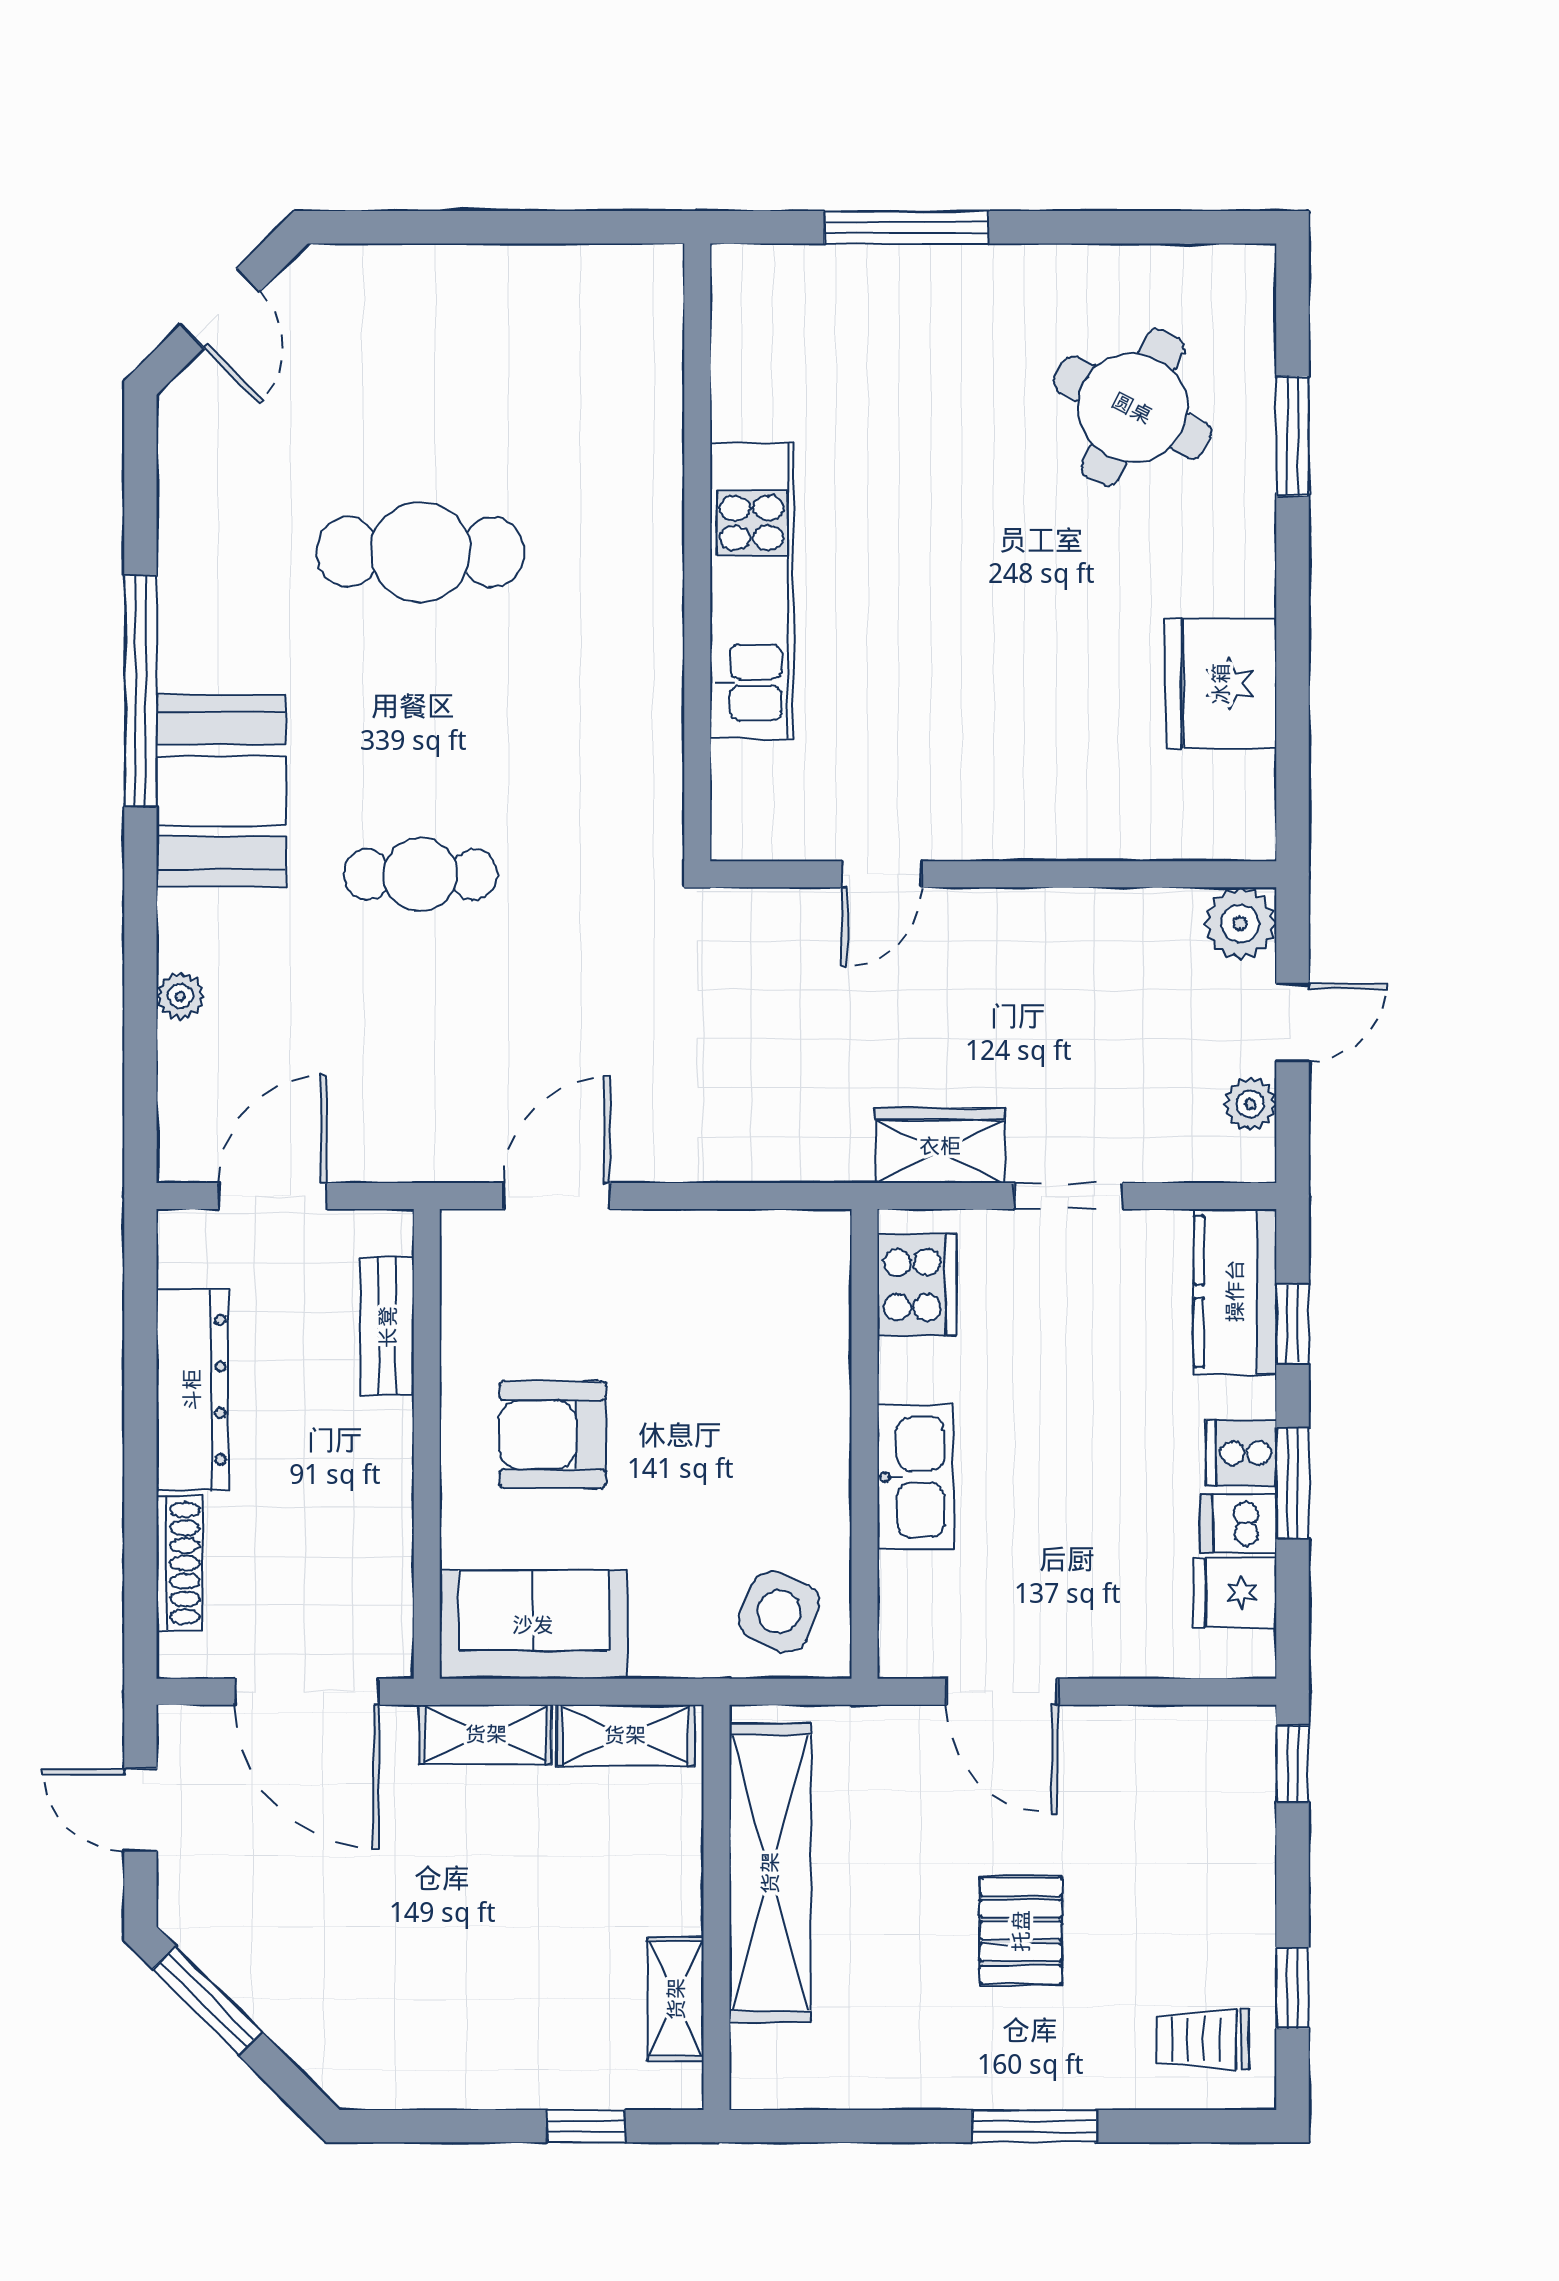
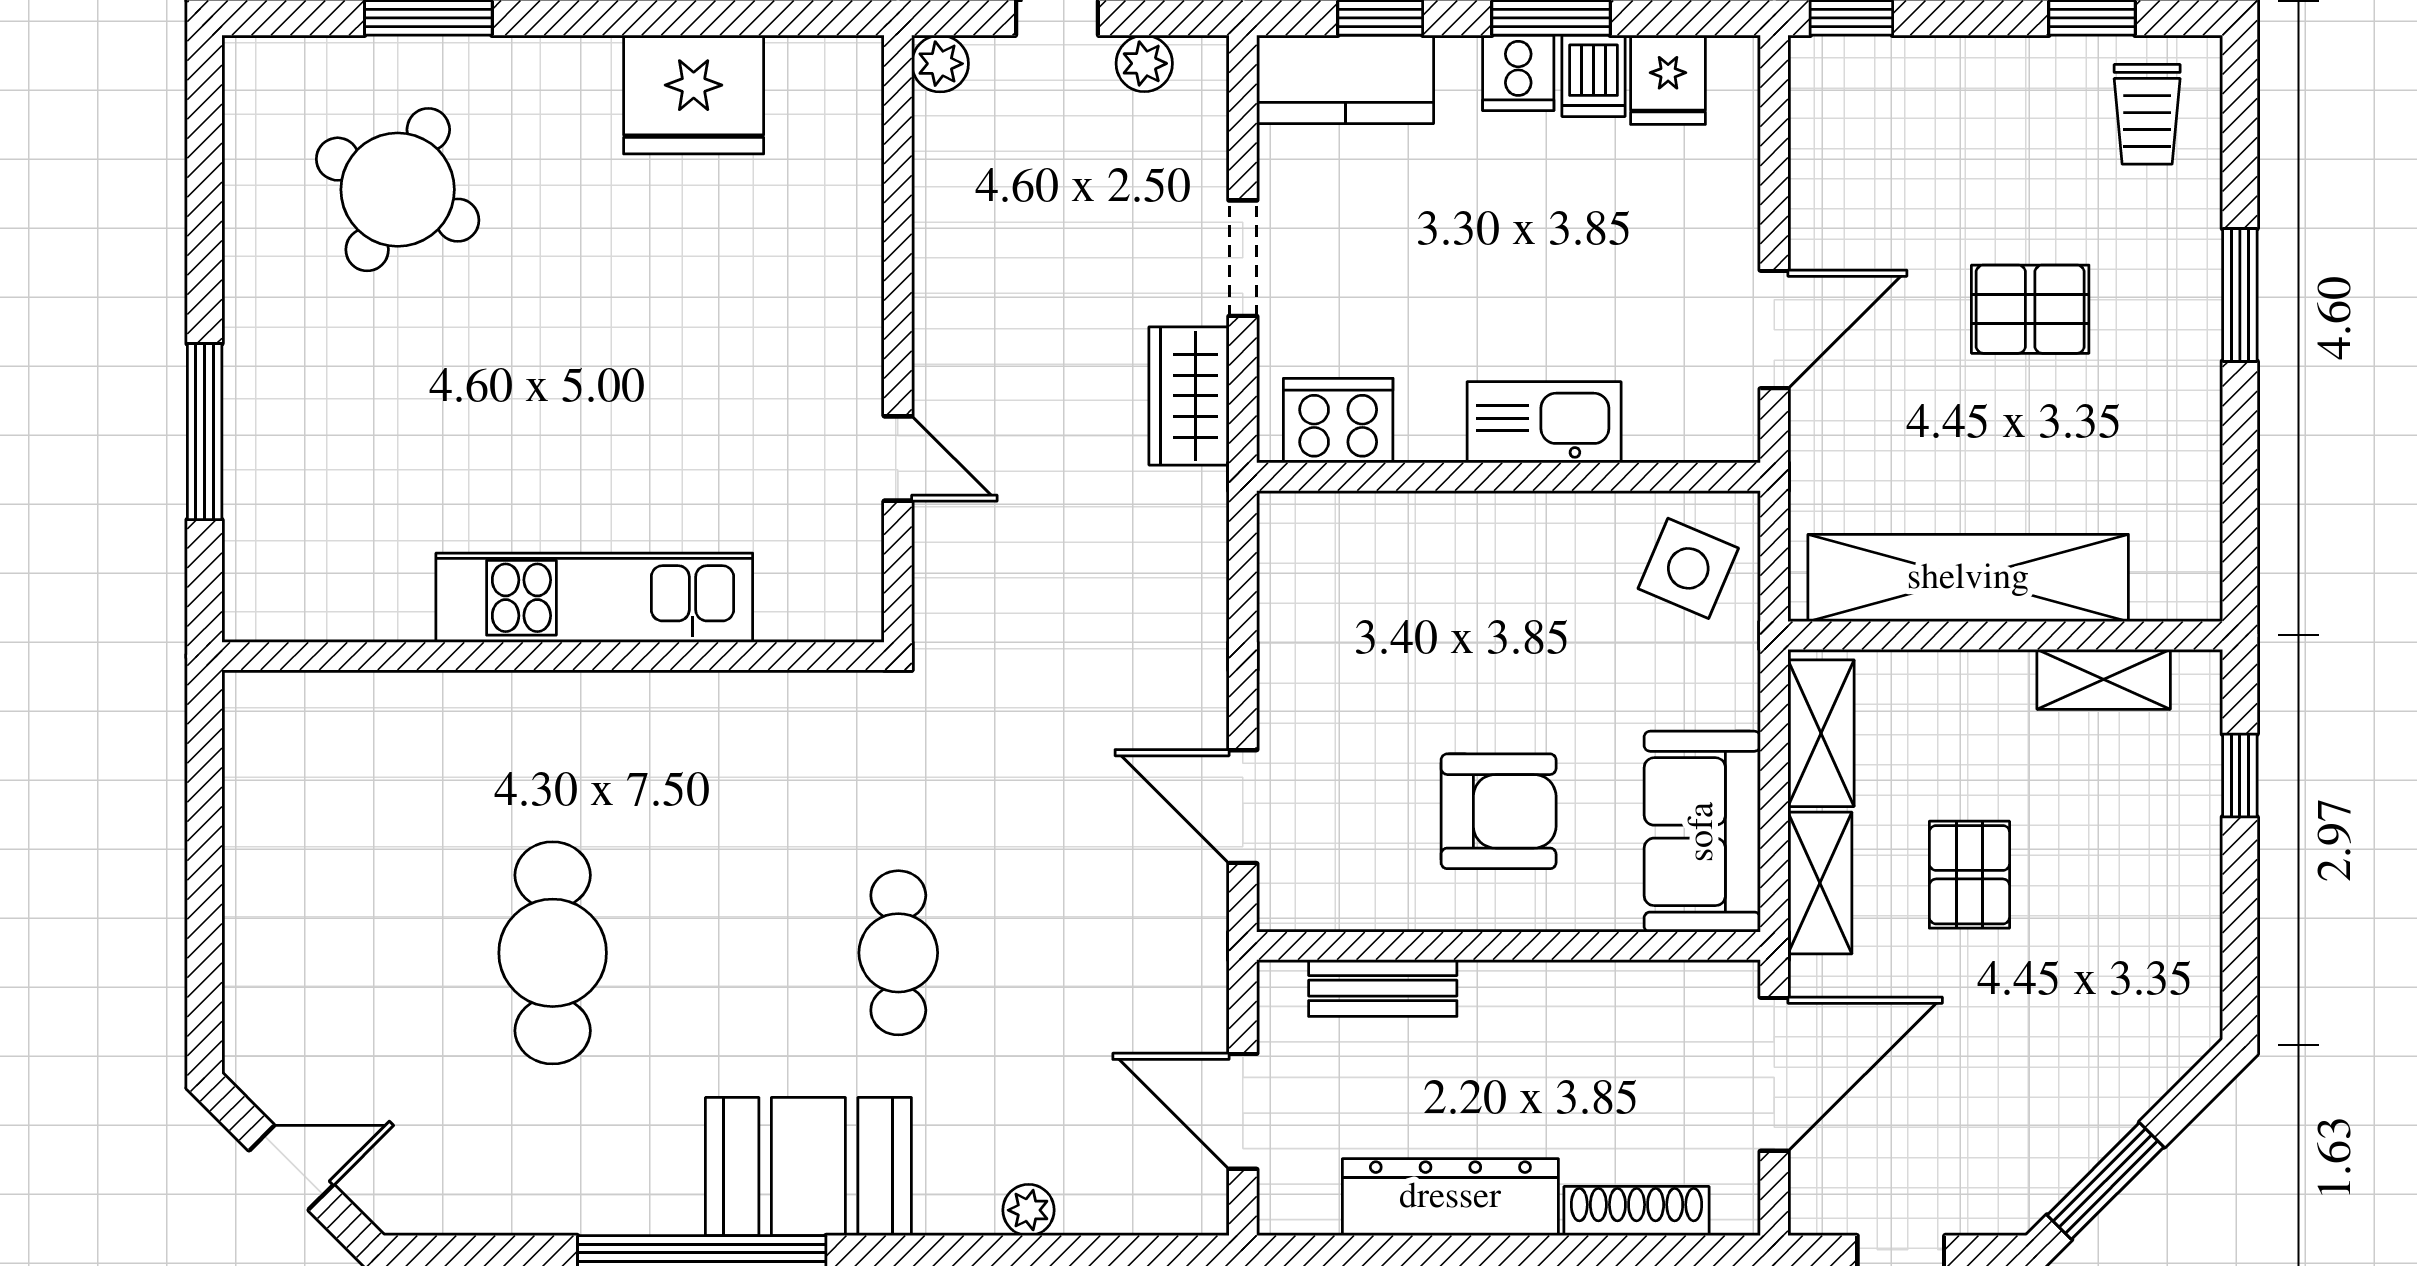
plant: (1240, 923) -> (940, 64), width x0.73, depth x0.73
armchair: (552, 1435) -> (1499, 811), turned -90
pallet: (493, 1874) -> (1969, 875), added

